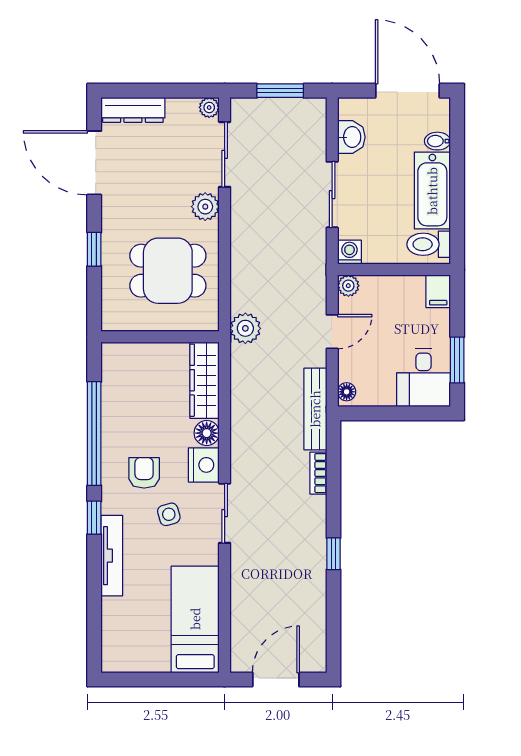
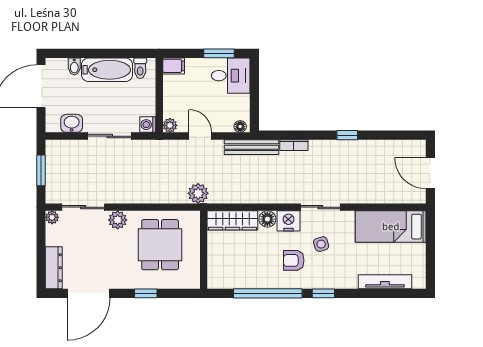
toilet: (429, 244) -> (140, 68), width x0.73, depth x0.72
tv unit: (112, 556) -> (385, 282), moved

